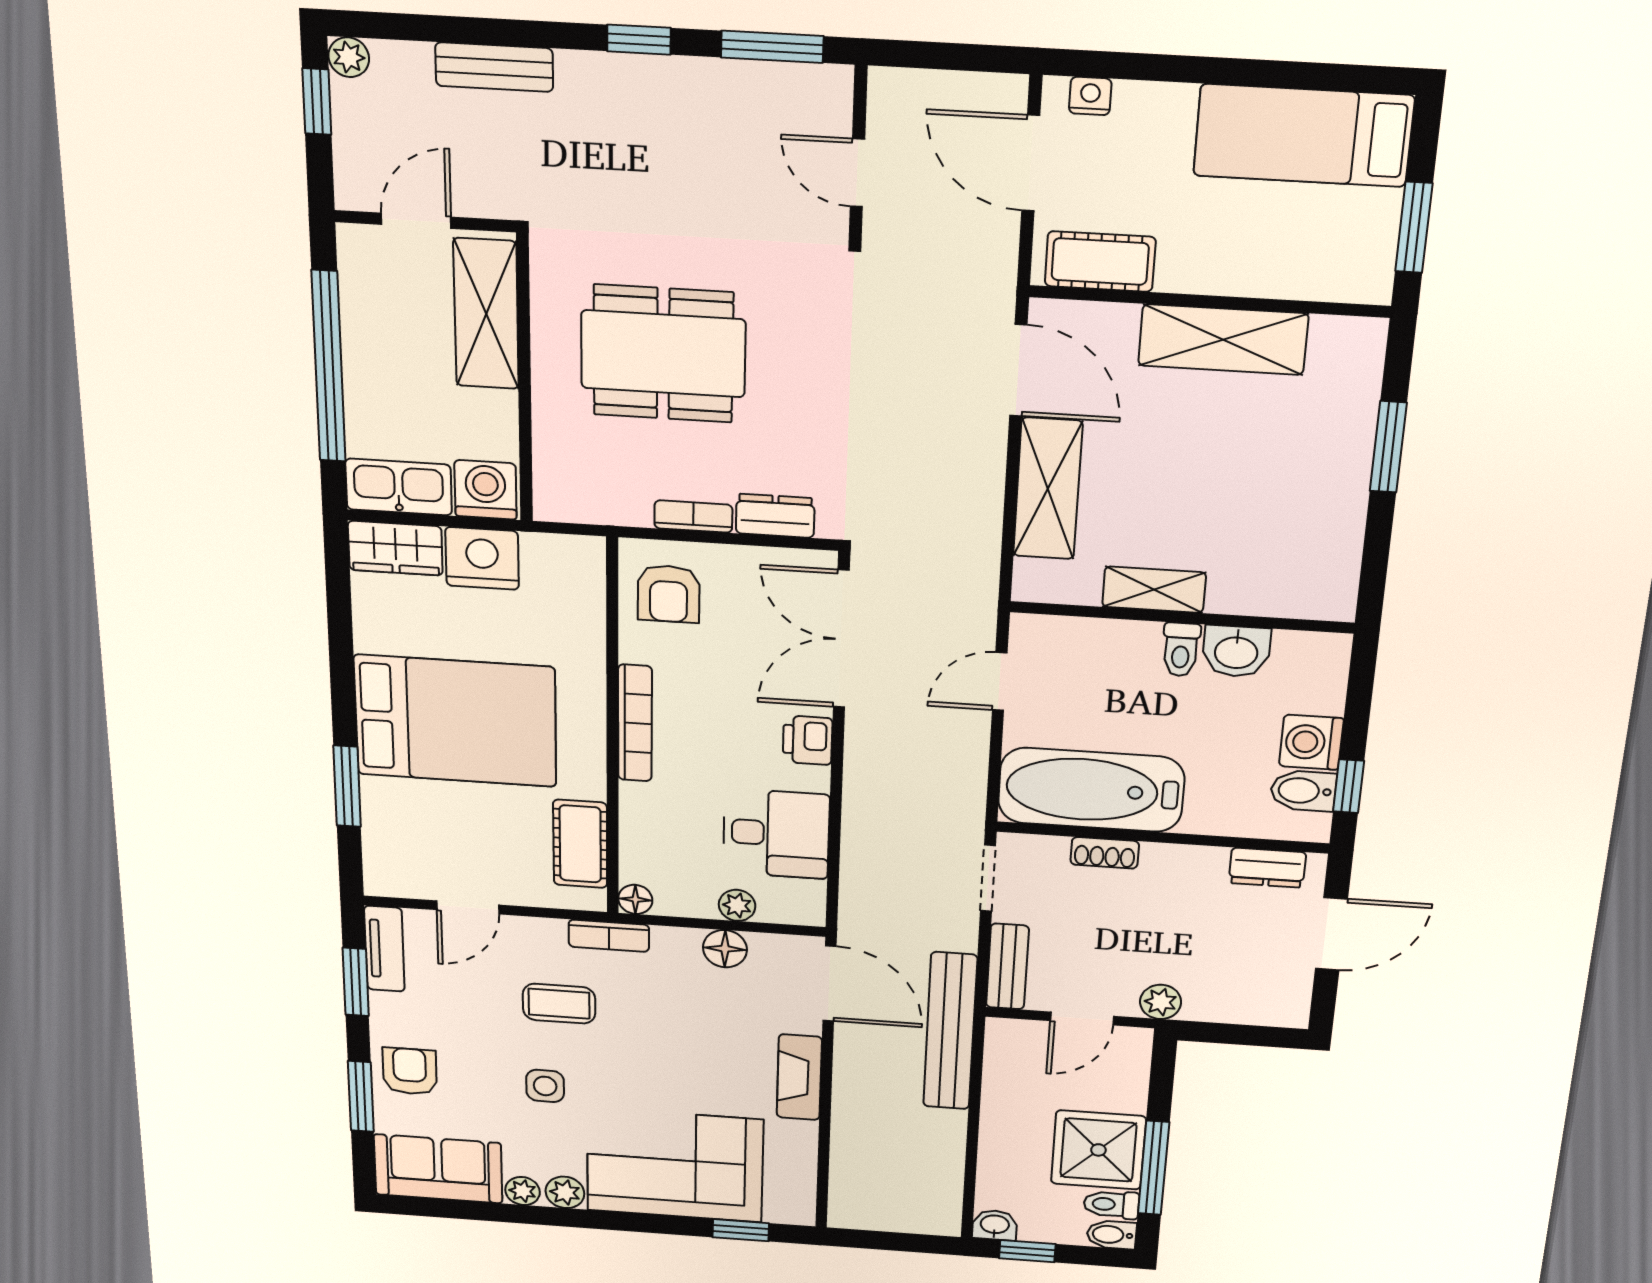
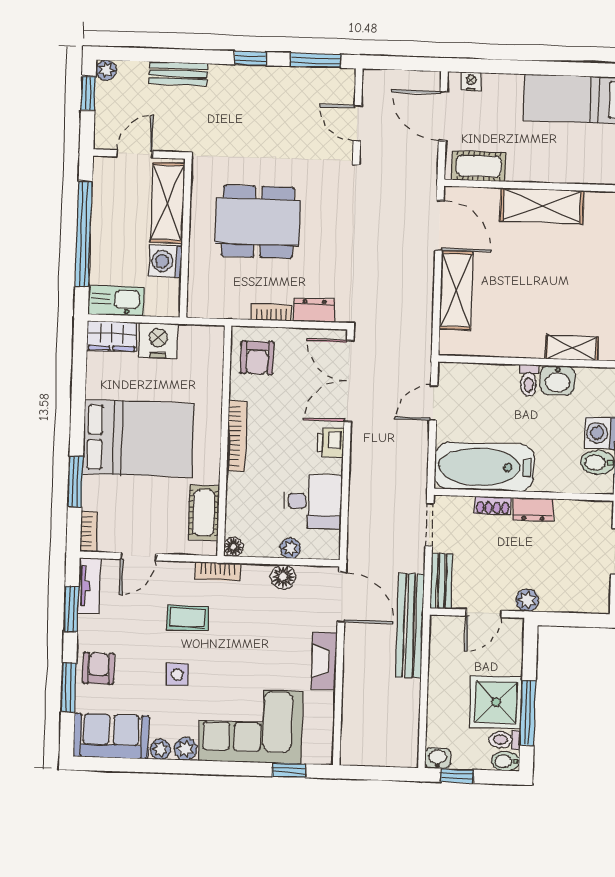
washing machine: (486, 490) -> (166, 261), moved, turned -90
shelving: (1154, 590) -> (572, 348), moved
bookcase: (377, 865) -> (89, 531), added
dresser: (1267, 868) -> (533, 509), moved

